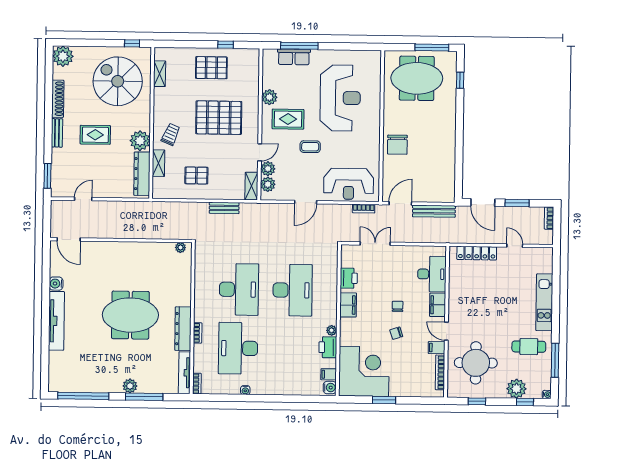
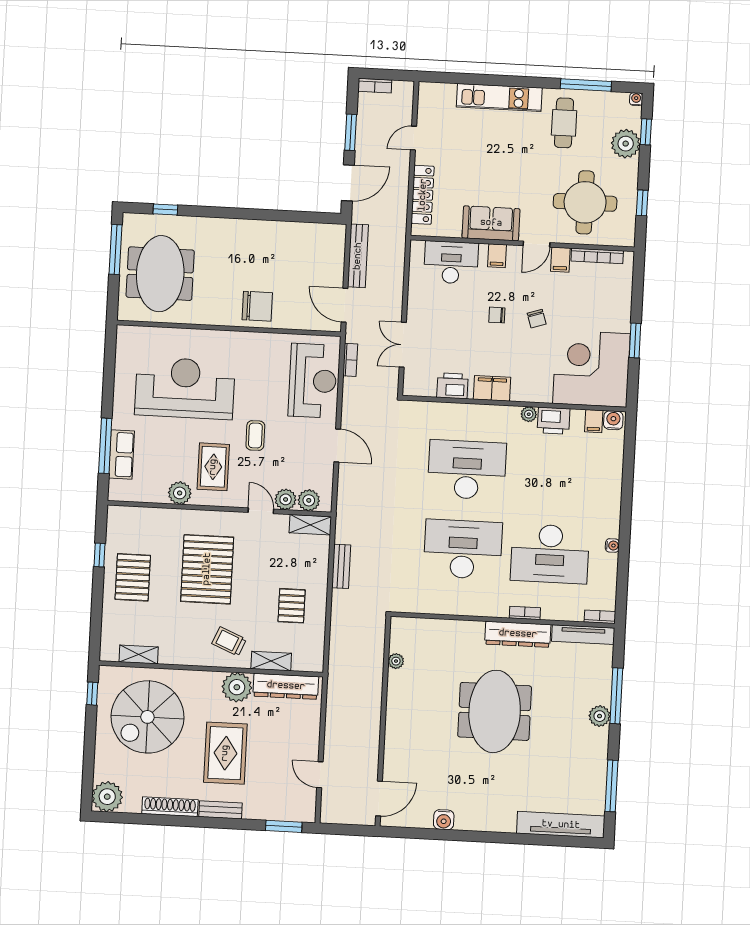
rug: (95, 135) -> (225, 753), width x1.36, depth x1.43
plant: (180, 248) -> (396, 661), moved
sofa: (459, 300) -> (491, 223), added
filing cabinet: (438, 305) -> (497, 256), width x0.50
tv unit: (56, 321) -> (561, 825), moved
window: (83, 396) -> (612, 786), width x0.68

